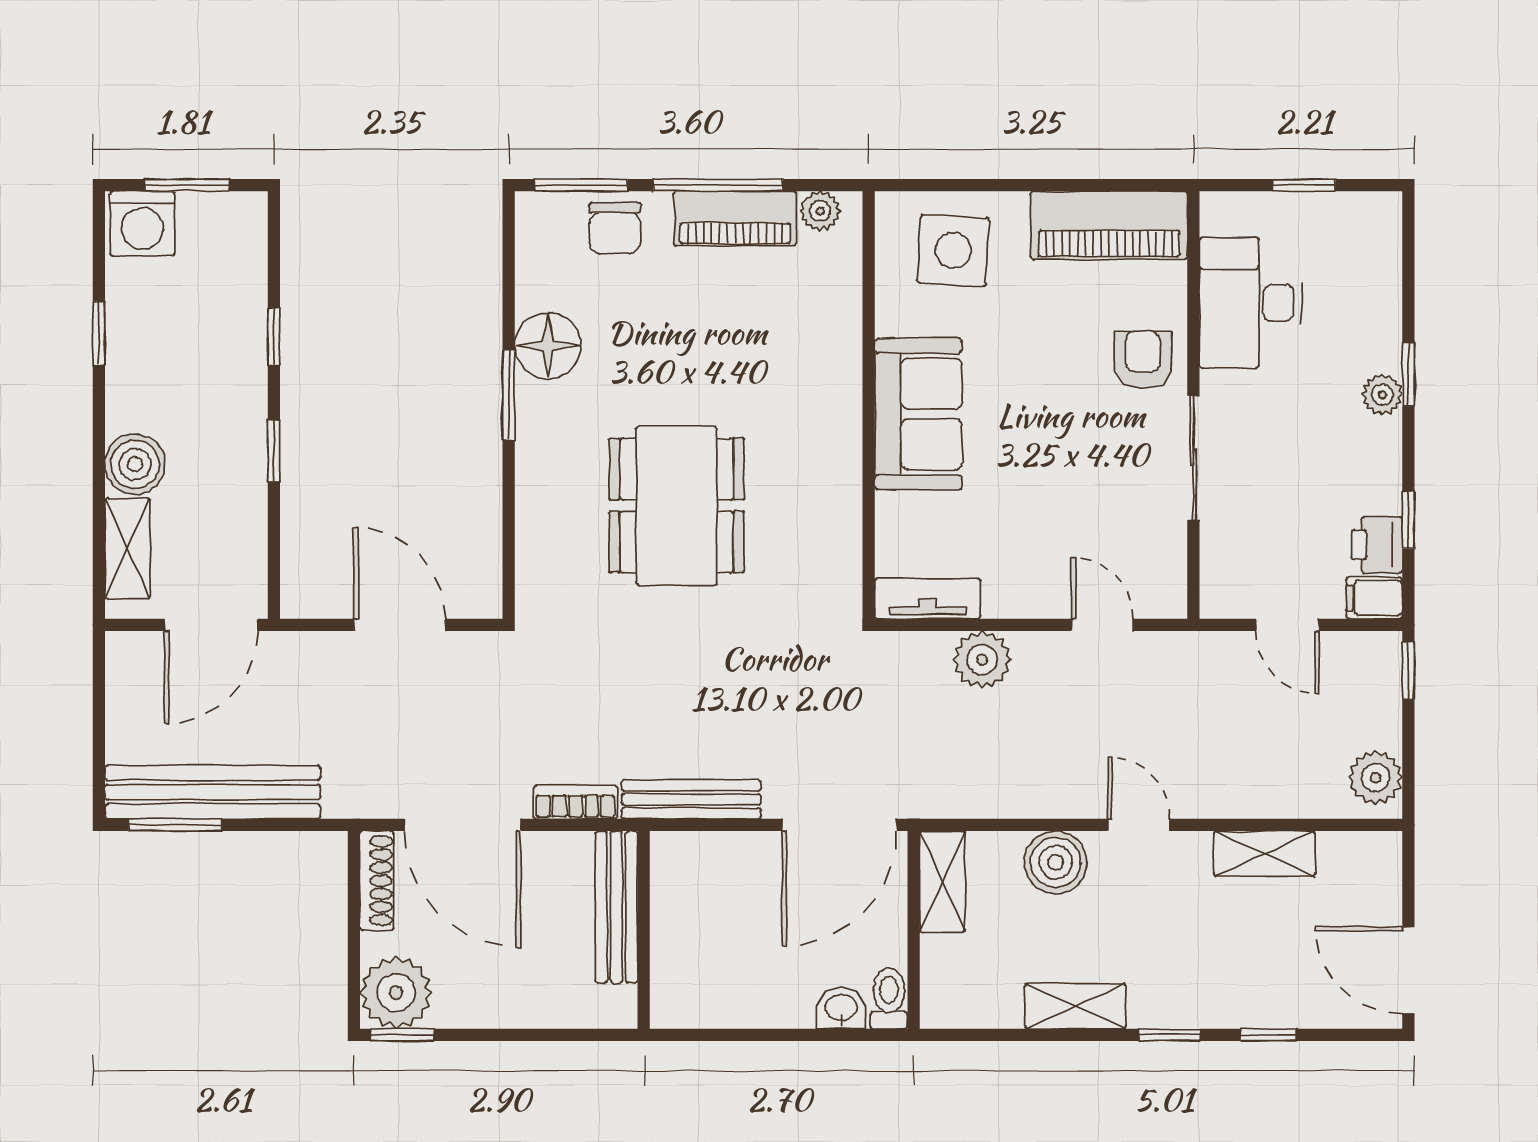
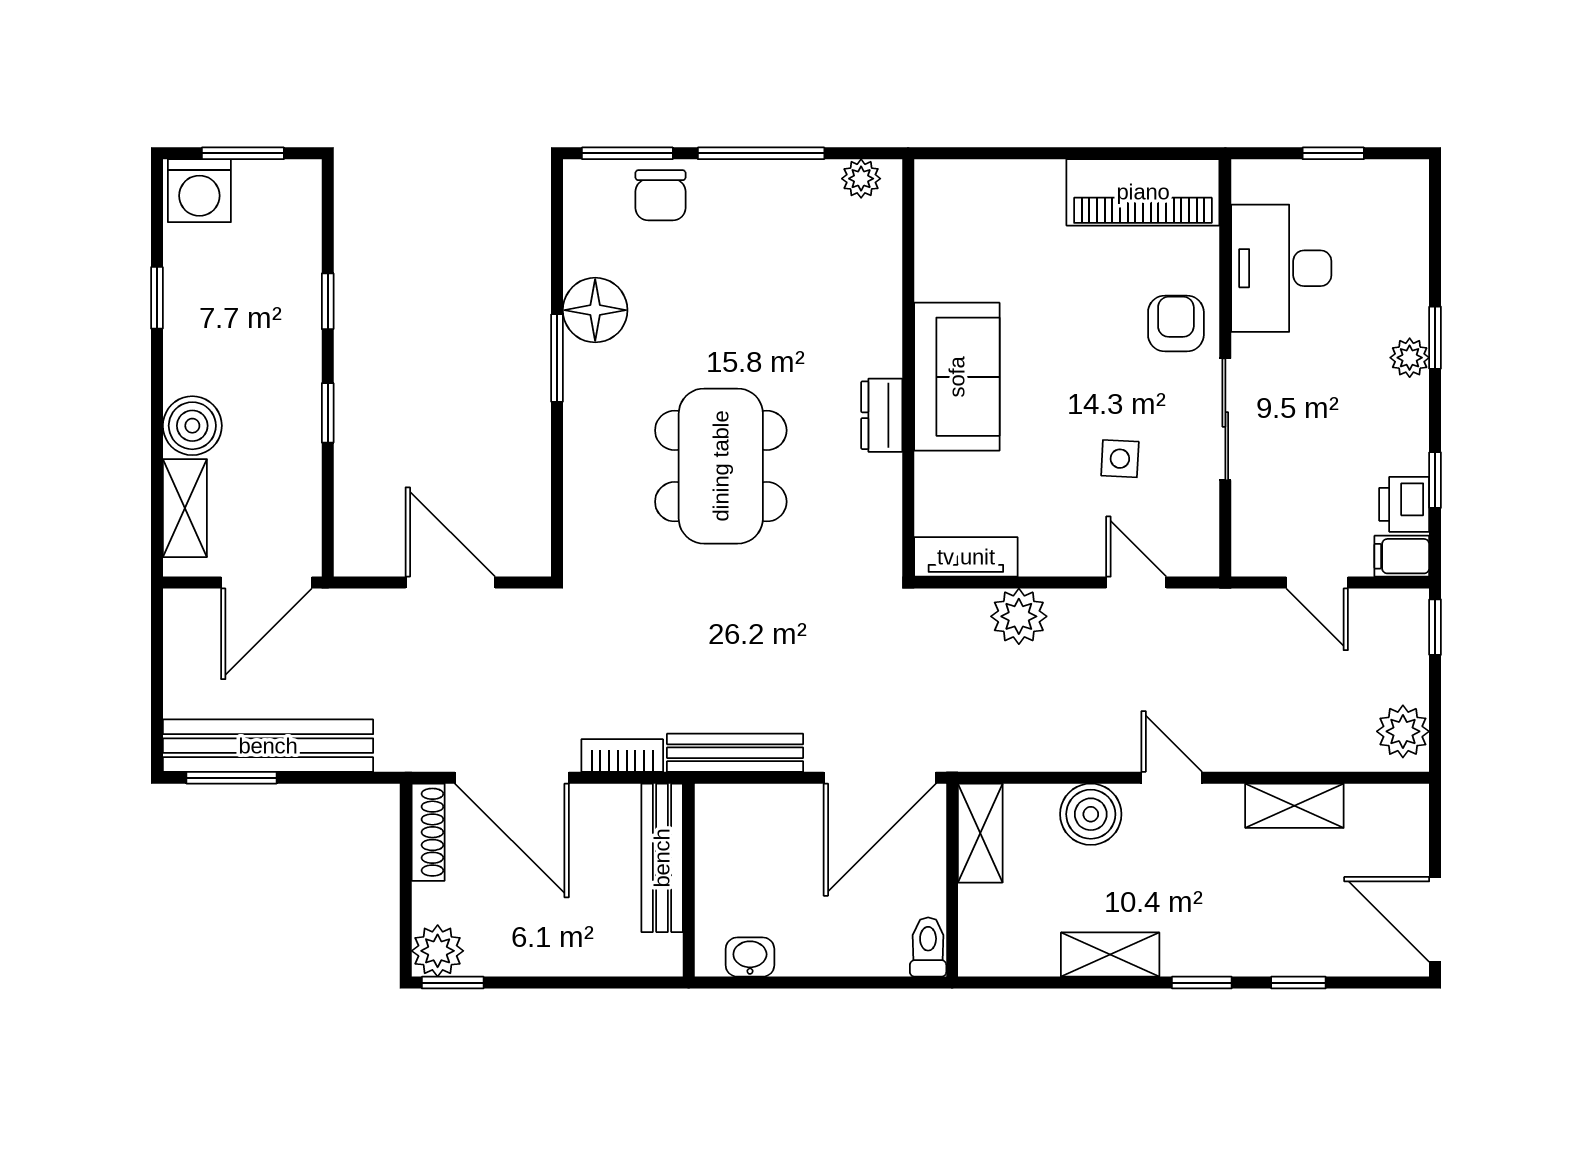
piano: (735, 219) -> (778, 186), removed
side table: (953, 251) -> (1120, 459), moved, width x0.54, depth x0.54
dresser: (841, 454) -> (882, 415), added
plant: (396, 993) -> (438, 951), width x0.73, depth x0.73
washbasin: (841, 1009) -> (750, 957), moved

